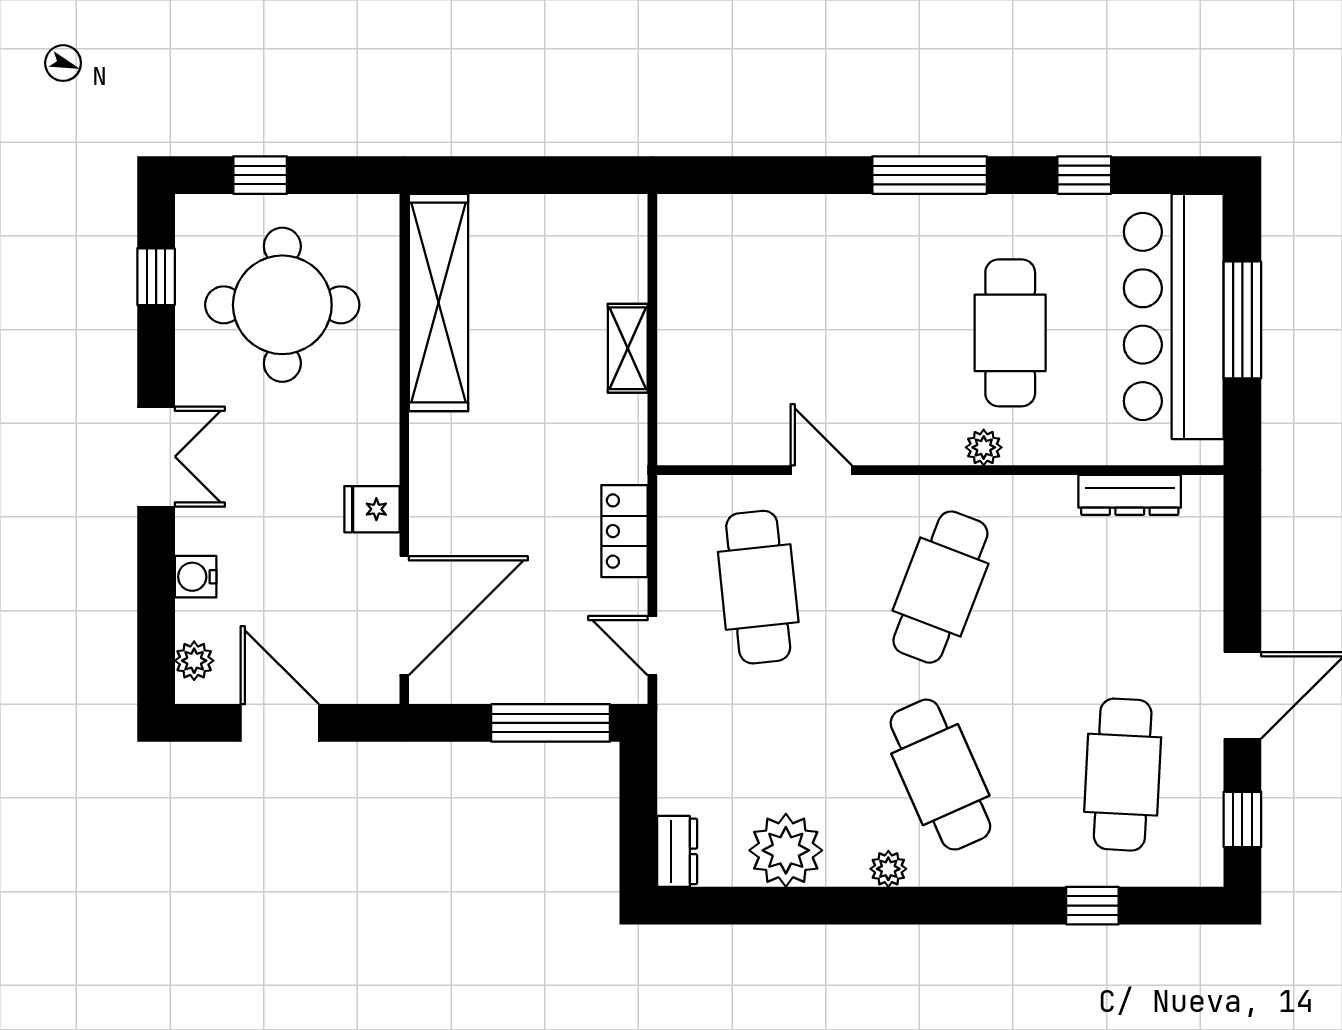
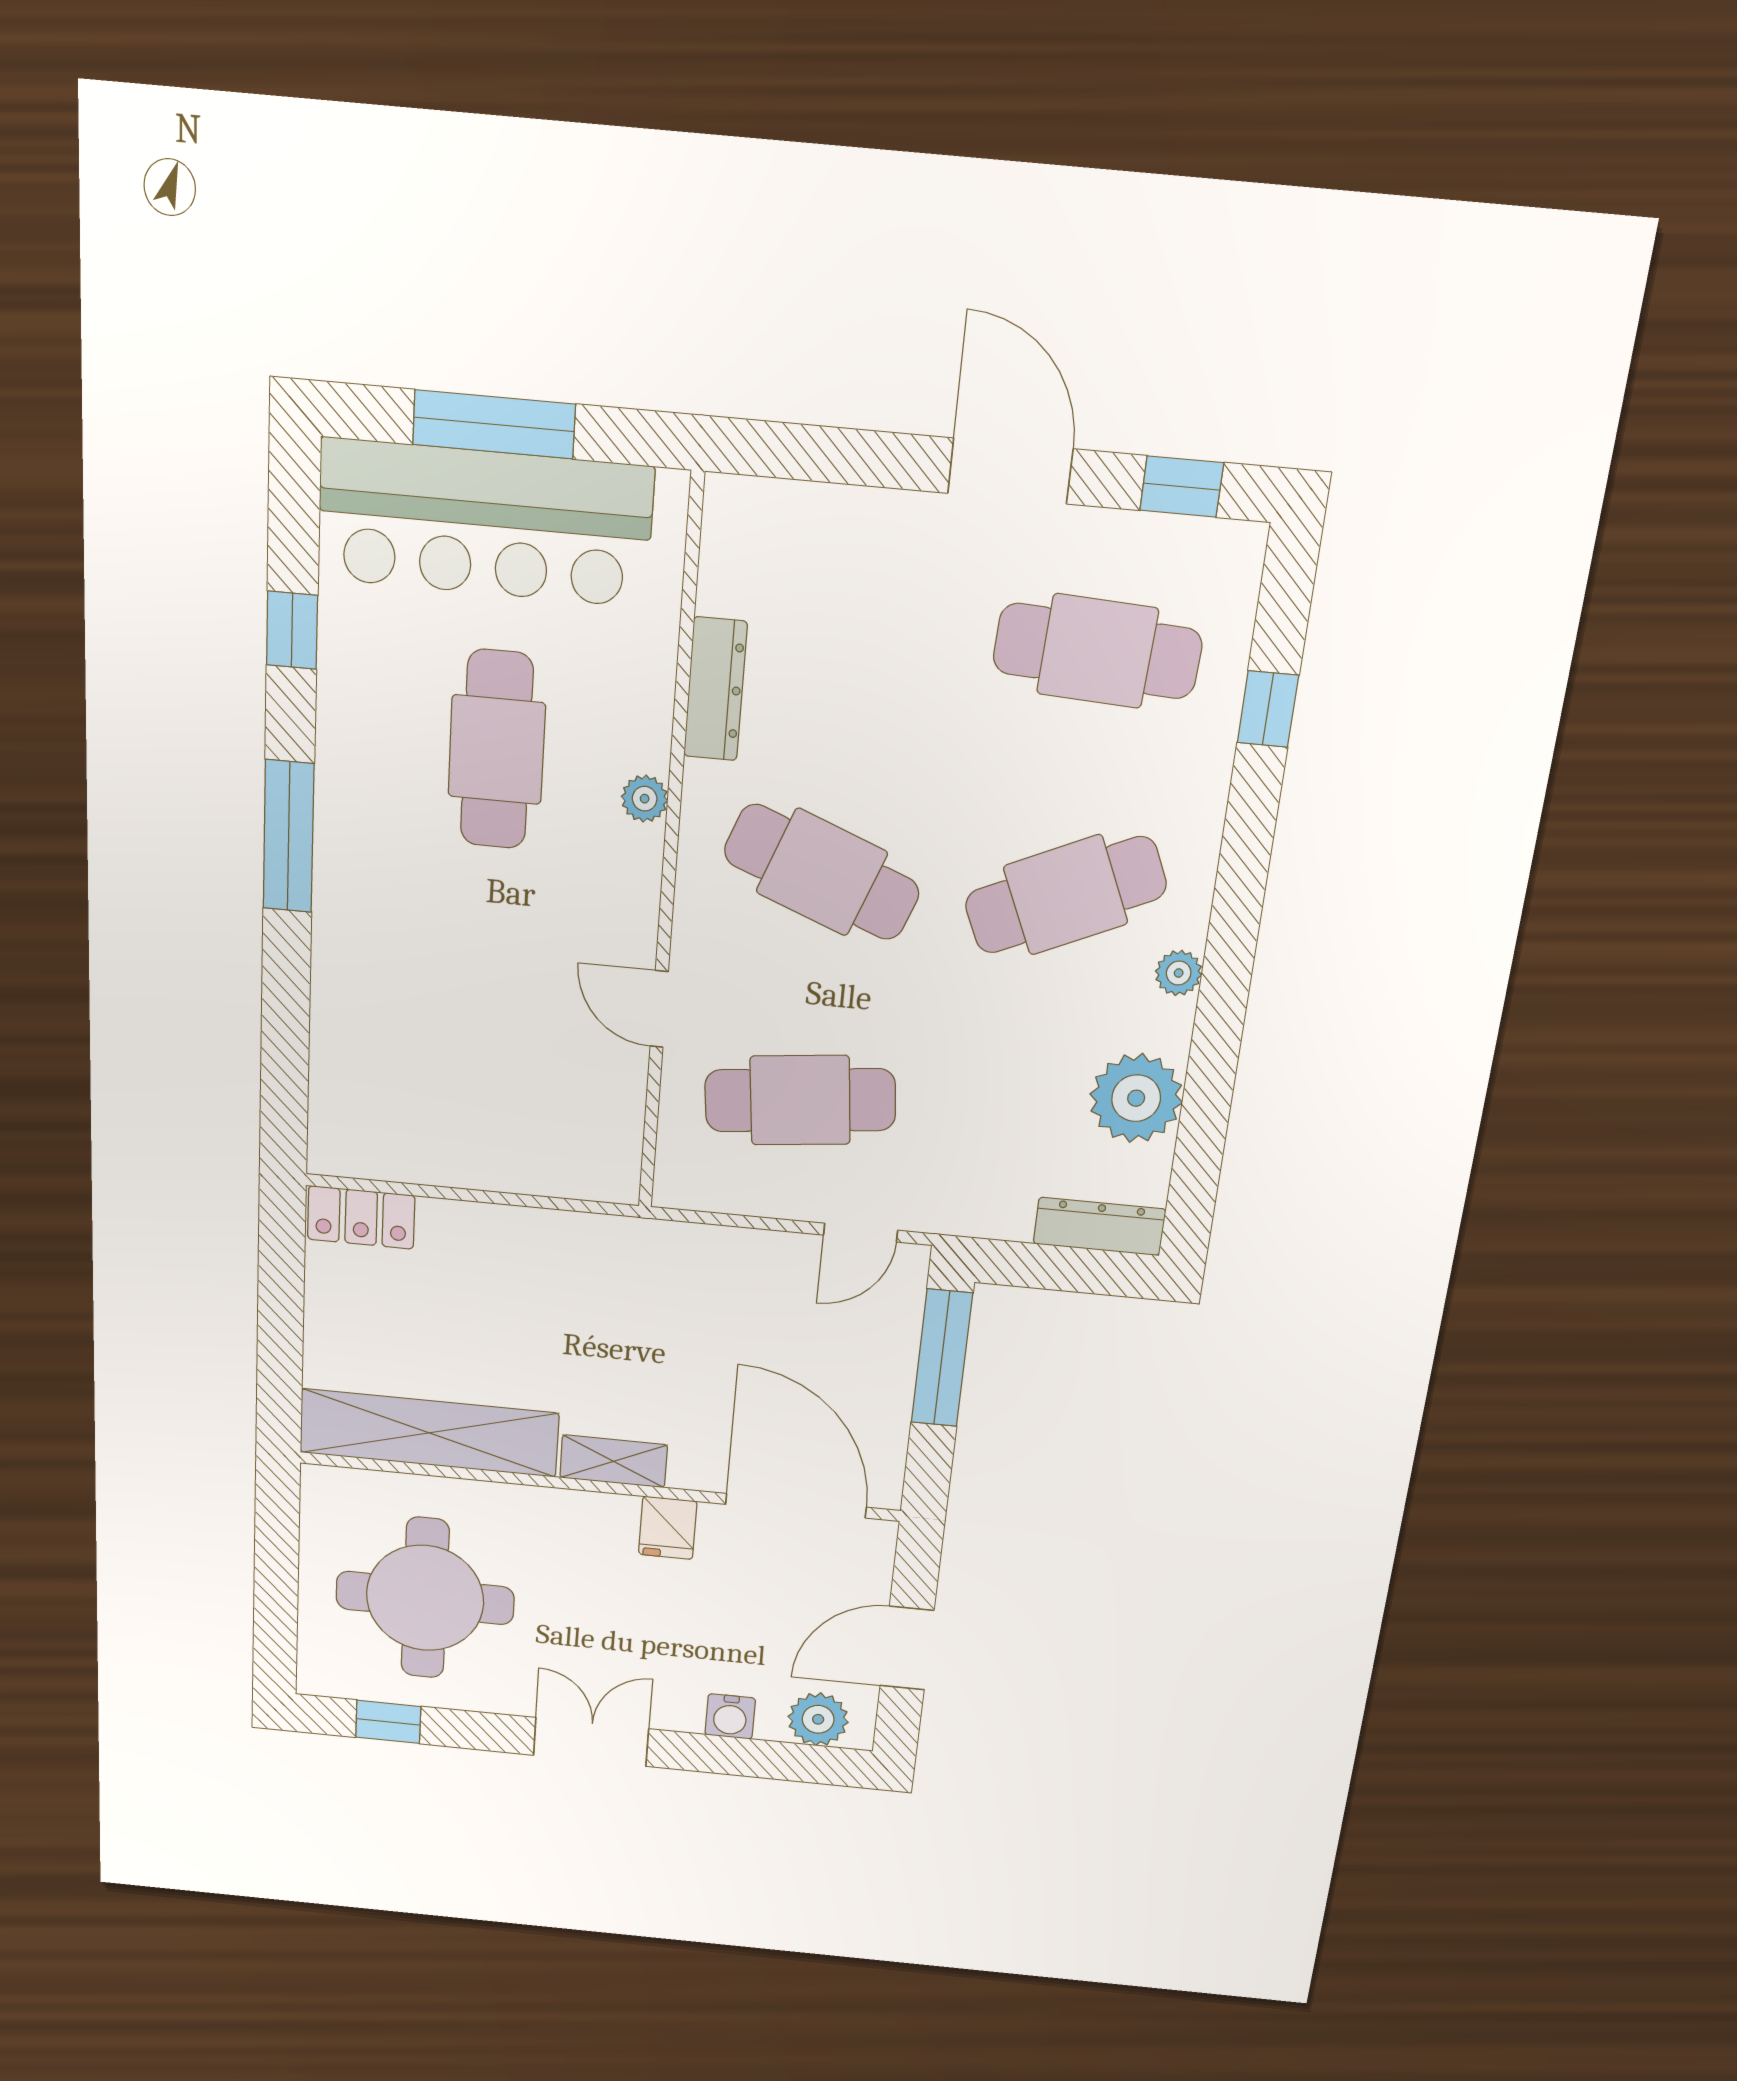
window: (260, 175) -> (276, 1606), removed
cafe table: (1010, 333) -> (497, 750), turned 90
shelving: (628, 348) -> (614, 1461), moved
door: (821, 470) -> (659, 1009), hinge flipped
dresser: (1130, 495) -> (715, 689), moved
locker: (625, 531) -> (361, 1217), moved
plant: (194, 661) -> (818, 1719), width x1.38, depth x1.38
dresser: (677, 851) -> (1099, 1226), width x1.44

